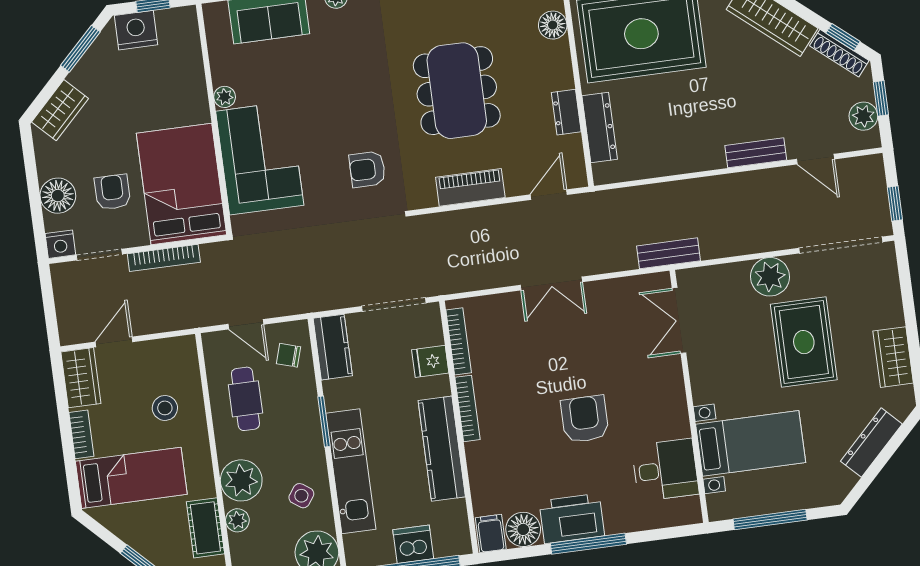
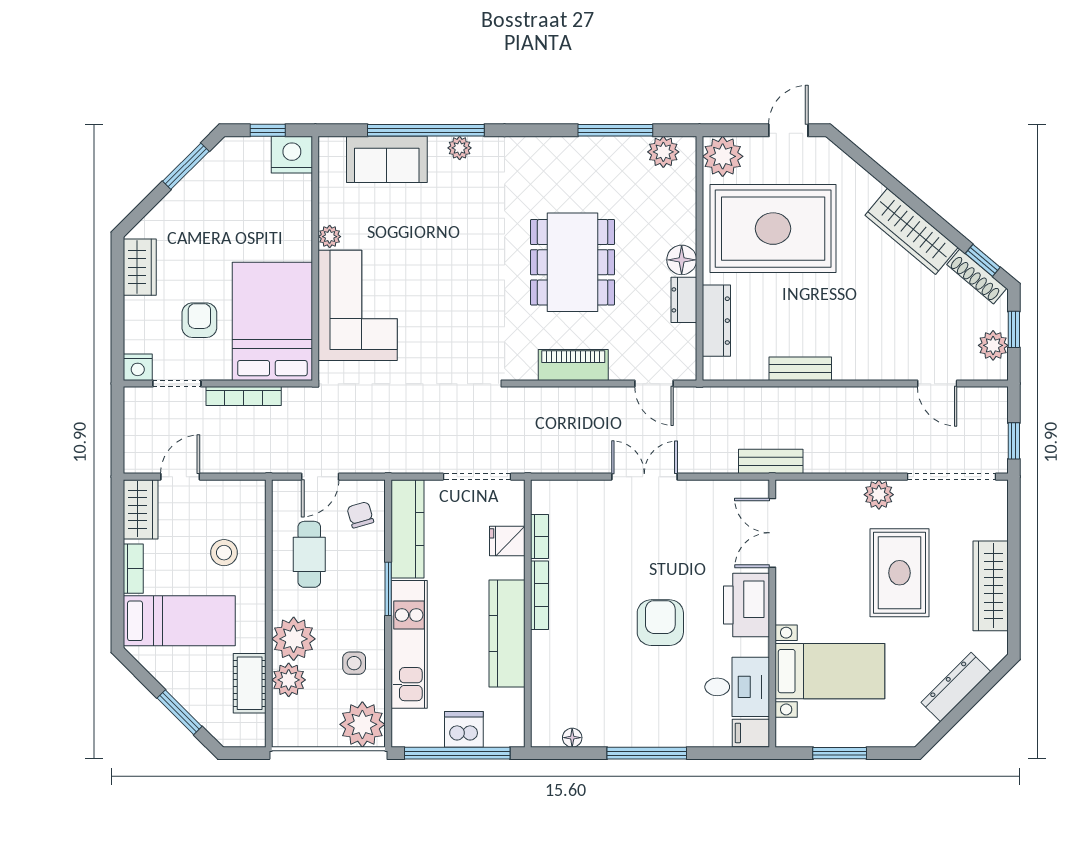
floor lamp: (553, 25) -> (682, 260), moved
nightstand: (136, 30) -> (292, 155), moved
wardrobe: (60, 110) -> (140, 267), moved, turned -45
bench: (756, 153) -> (800, 369), moved
armchair: (367, 169) -> (468, 332), removed
door: (549, 195) -> (654, 384), swing flipped
floor lamp: (58, 196) -> (142, 316), removed
plant: (770, 277) -> (879, 495), width x0.73, depth x0.73
double door: (551, 284) -> (644, 477), swing flipped
door: (246, 324) -> (320, 477), hinge flipped
bookcase: (459, 341) -> (540, 536), width x0.64
kitchen counter: (333, 347) -> (407, 529), width x1.50
chair: (289, 355) -> (360, 515), turned 57
wardrobe: (893, 357) -> (991, 586), width x1.50
side table: (301, 496) -> (354, 663), turned -35
printer: (572, 518) -> (747, 605), moved, turned -90
window: (770, 519) -> (840, 753), width x0.69
plant: (237, 520) -> (289, 680), width x1.38, depth x1.38
floor lamp: (523, 529) -> (572, 738), width x0.53, depth x0.53
filing cabinet: (491, 533) -> (751, 733), moved, turned -90

